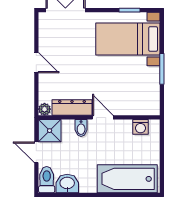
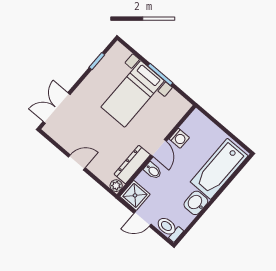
bed with nightstands: (128, 39) -> (133, 94), moved
door: (103, 117) -> (159, 148), swing flipped
washing machine: (140, 127) -> (179, 138), moved
washbasin: (67, 184) -> (196, 203), moved

